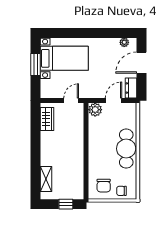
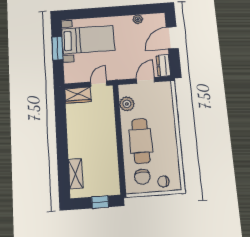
plant: (124, 42) -> (138, 19), moved
plant: (95, 110) -> (127, 104), moved
wardrobe: (47, 119) -> (78, 95), moved, turned 90
cafe table: (126, 149) -> (141, 141), moved

